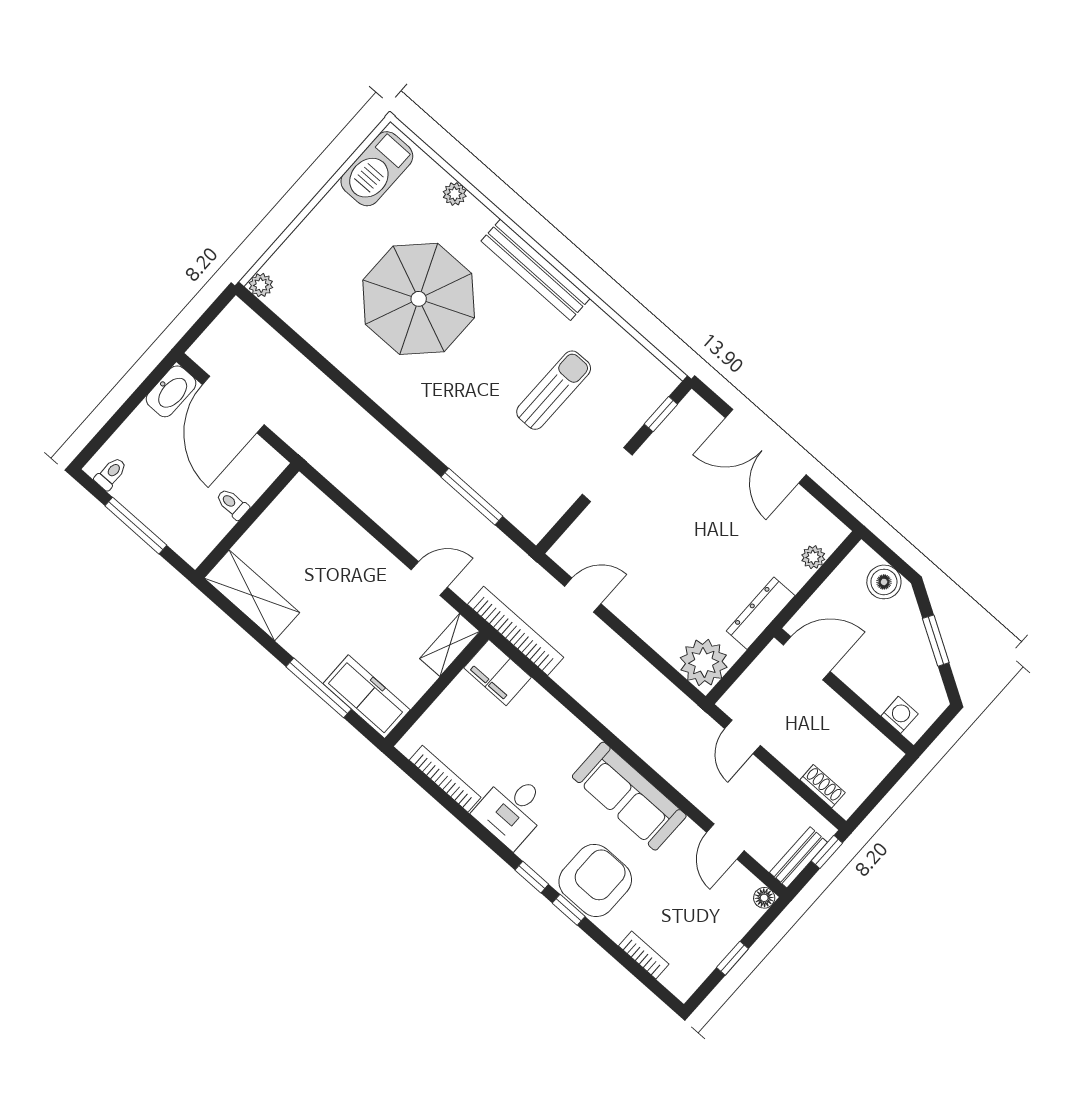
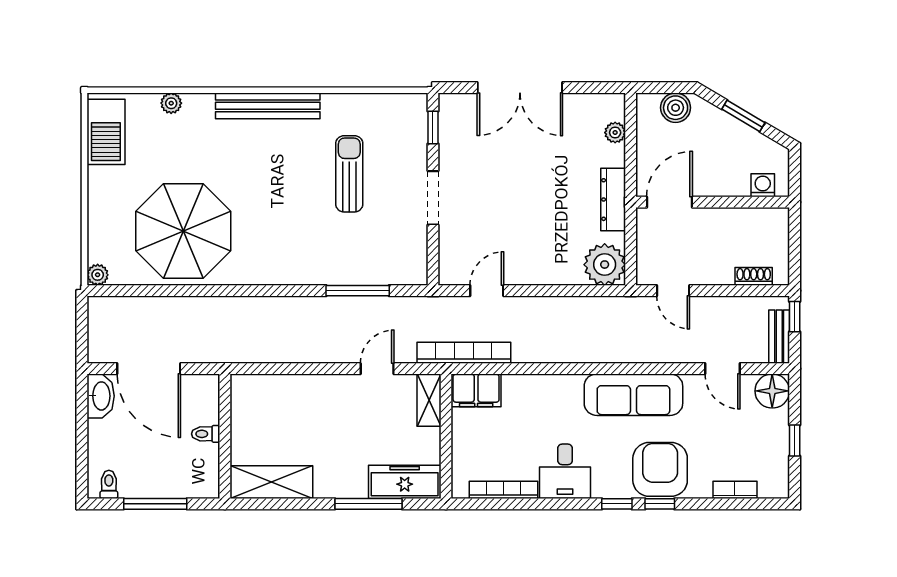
parasol: (419, 299) -> (183, 231), moved
floor lamp: (764, 898) -> (772, 391), width x1.89, depth x1.89

